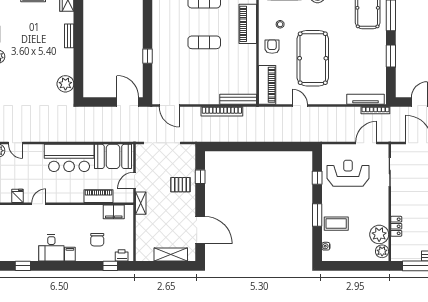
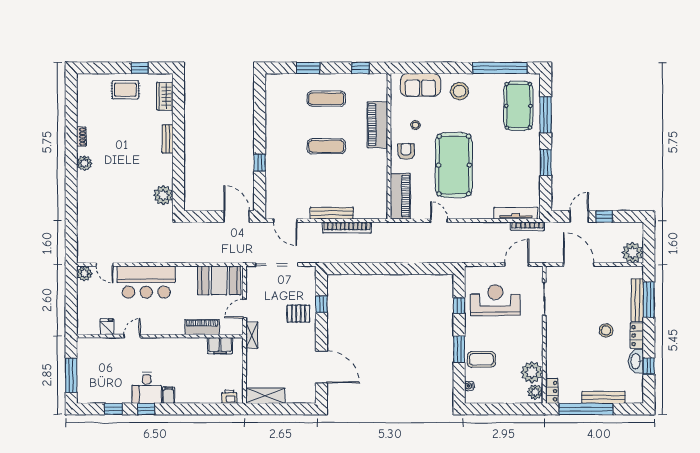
bench: (238, 99) -> (332, 213), moved
bar counter: (69, 158) -> (146, 282), moved
locker: (396, 226) -> (552, 391), moved
chair: (97, 240) -> (201, 378), removed
shelving: (171, 255) -> (265, 396), moved
window: (110, 266) -> (146, 409), moved

